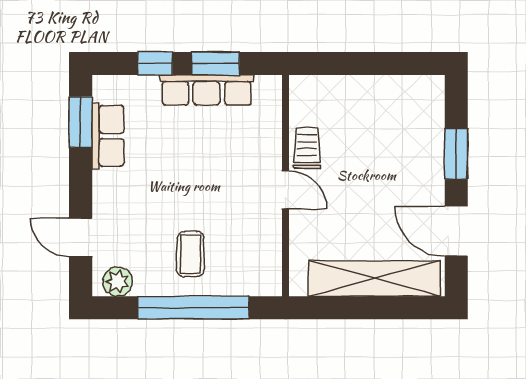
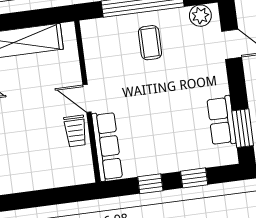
window: (215, 63) -> (150, 184), width x0.67
row of seats: (207, 90) -> (107, 146), moved, turned 90

